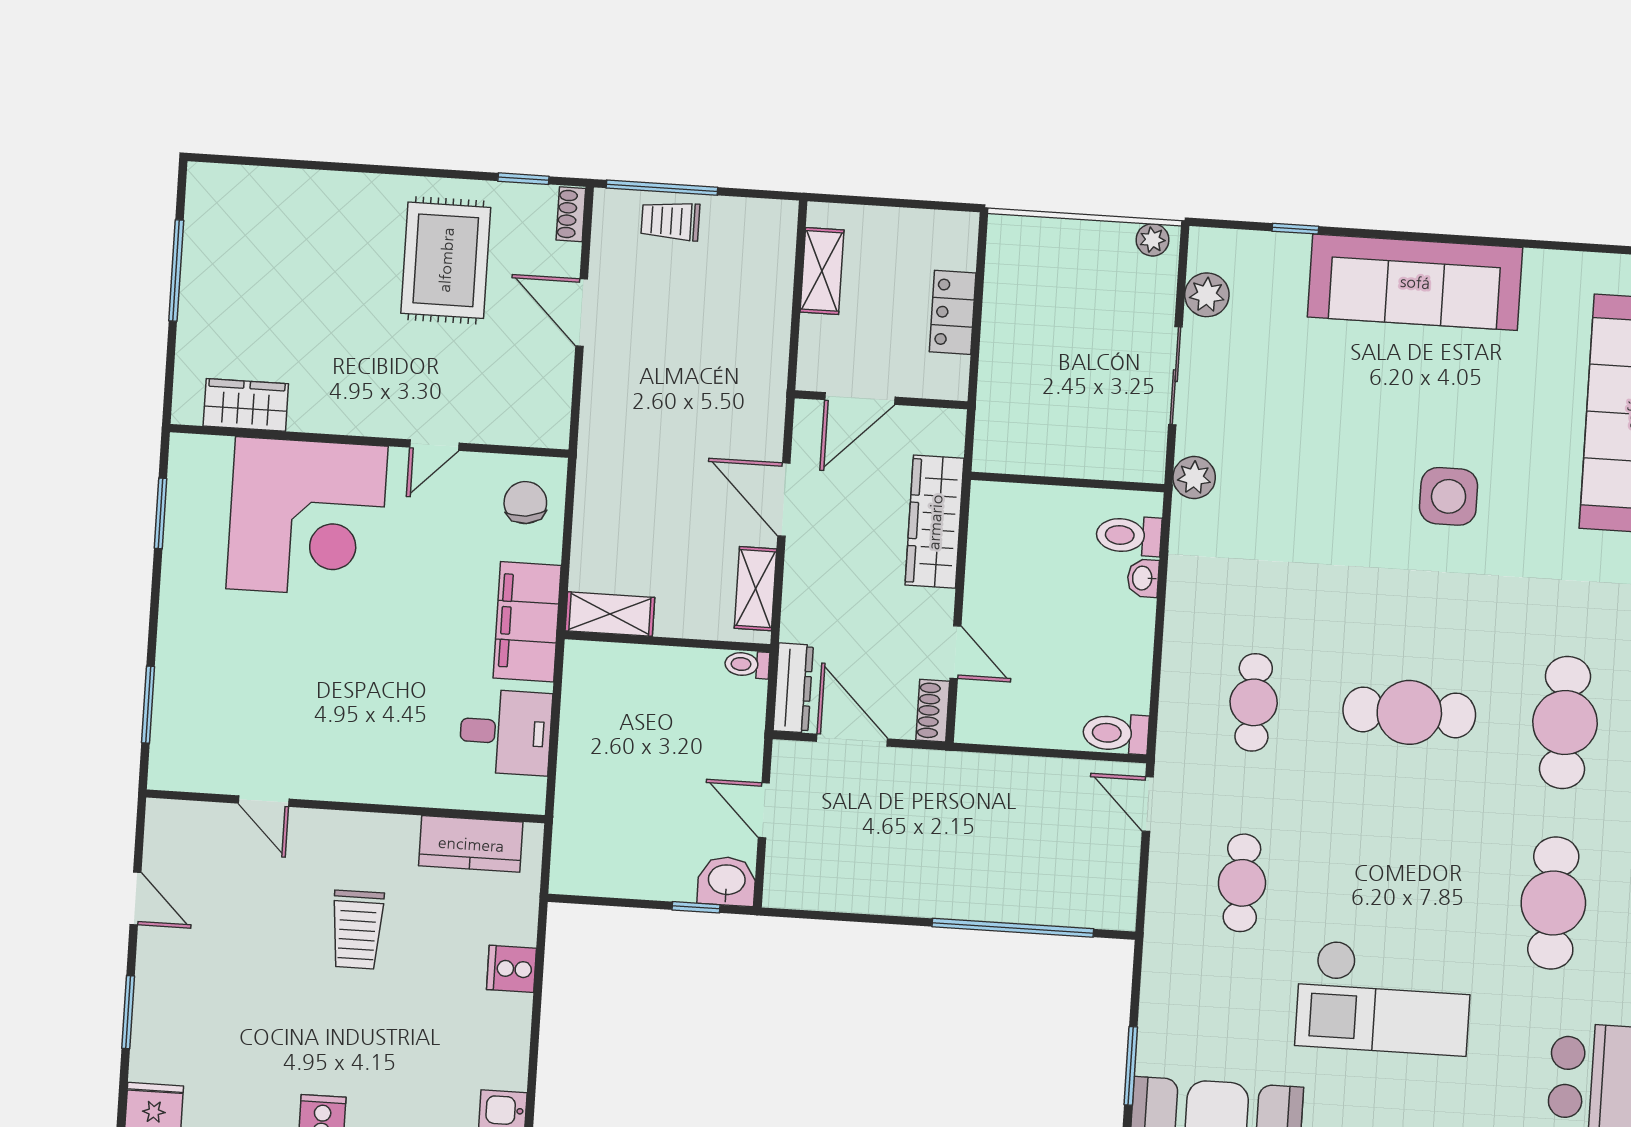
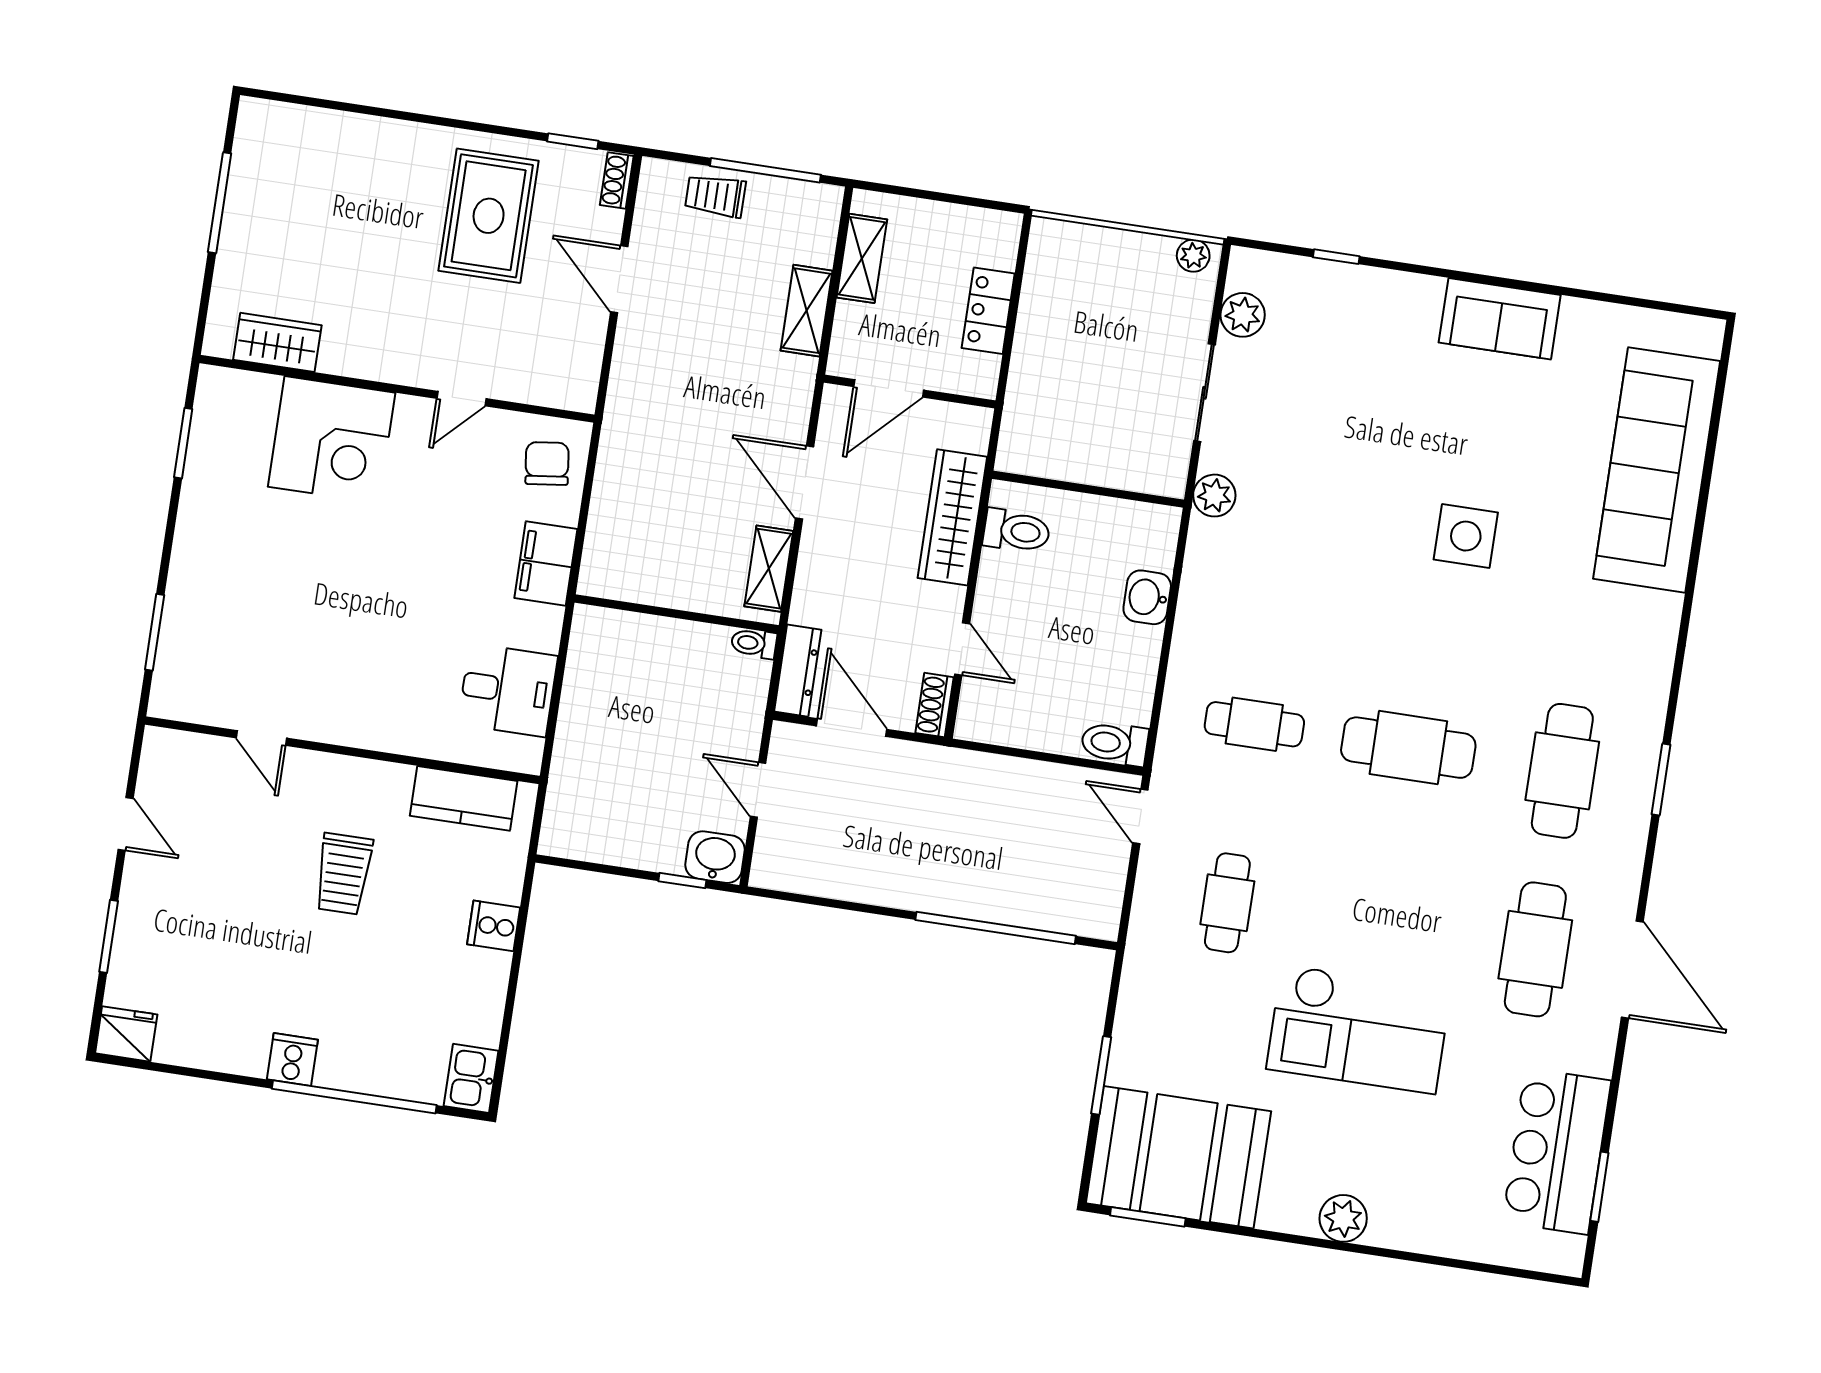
window: (662, 188) -> (765, 170), moved
sofa: (1415, 282) -> (1500, 319), width x0.54, depth x0.79
corner desk: (307, 518) -> (332, 440), width x0.74, depth x0.74
toilet: (1129, 536) -> (1017, 531), moved, turned 180
washbasin: (1143, 578) -> (1147, 597), width x1.38, depth x1.45
shelving: (610, 614) -> (807, 311), moved, turned 90
filing cabinet: (527, 622) -> (546, 563), width x0.67, depth x0.86
cafe table: (1254, 702) -> (1254, 724), turned 90

